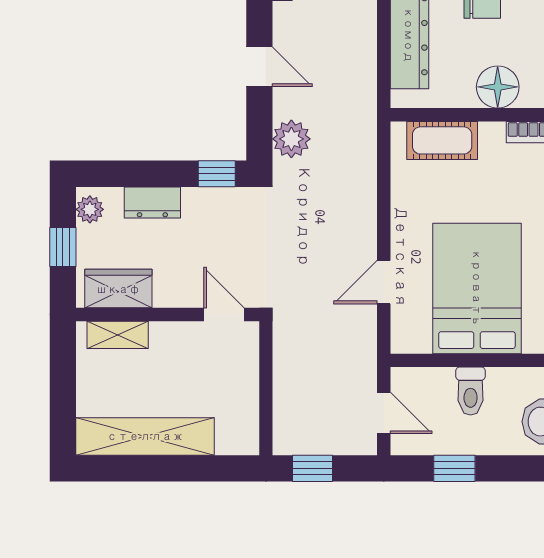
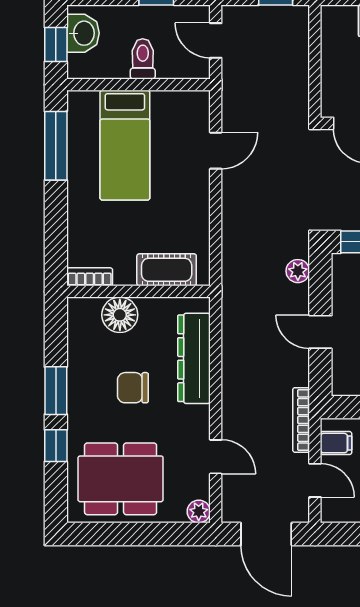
plant: (291, 139) -> (298, 271), width x0.73, depth x0.73
bed: (477, 288) -> (125, 145), width x0.67

